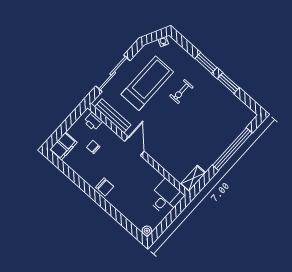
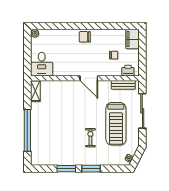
bench: (113, 116) -> (123, 85), width x0.73

